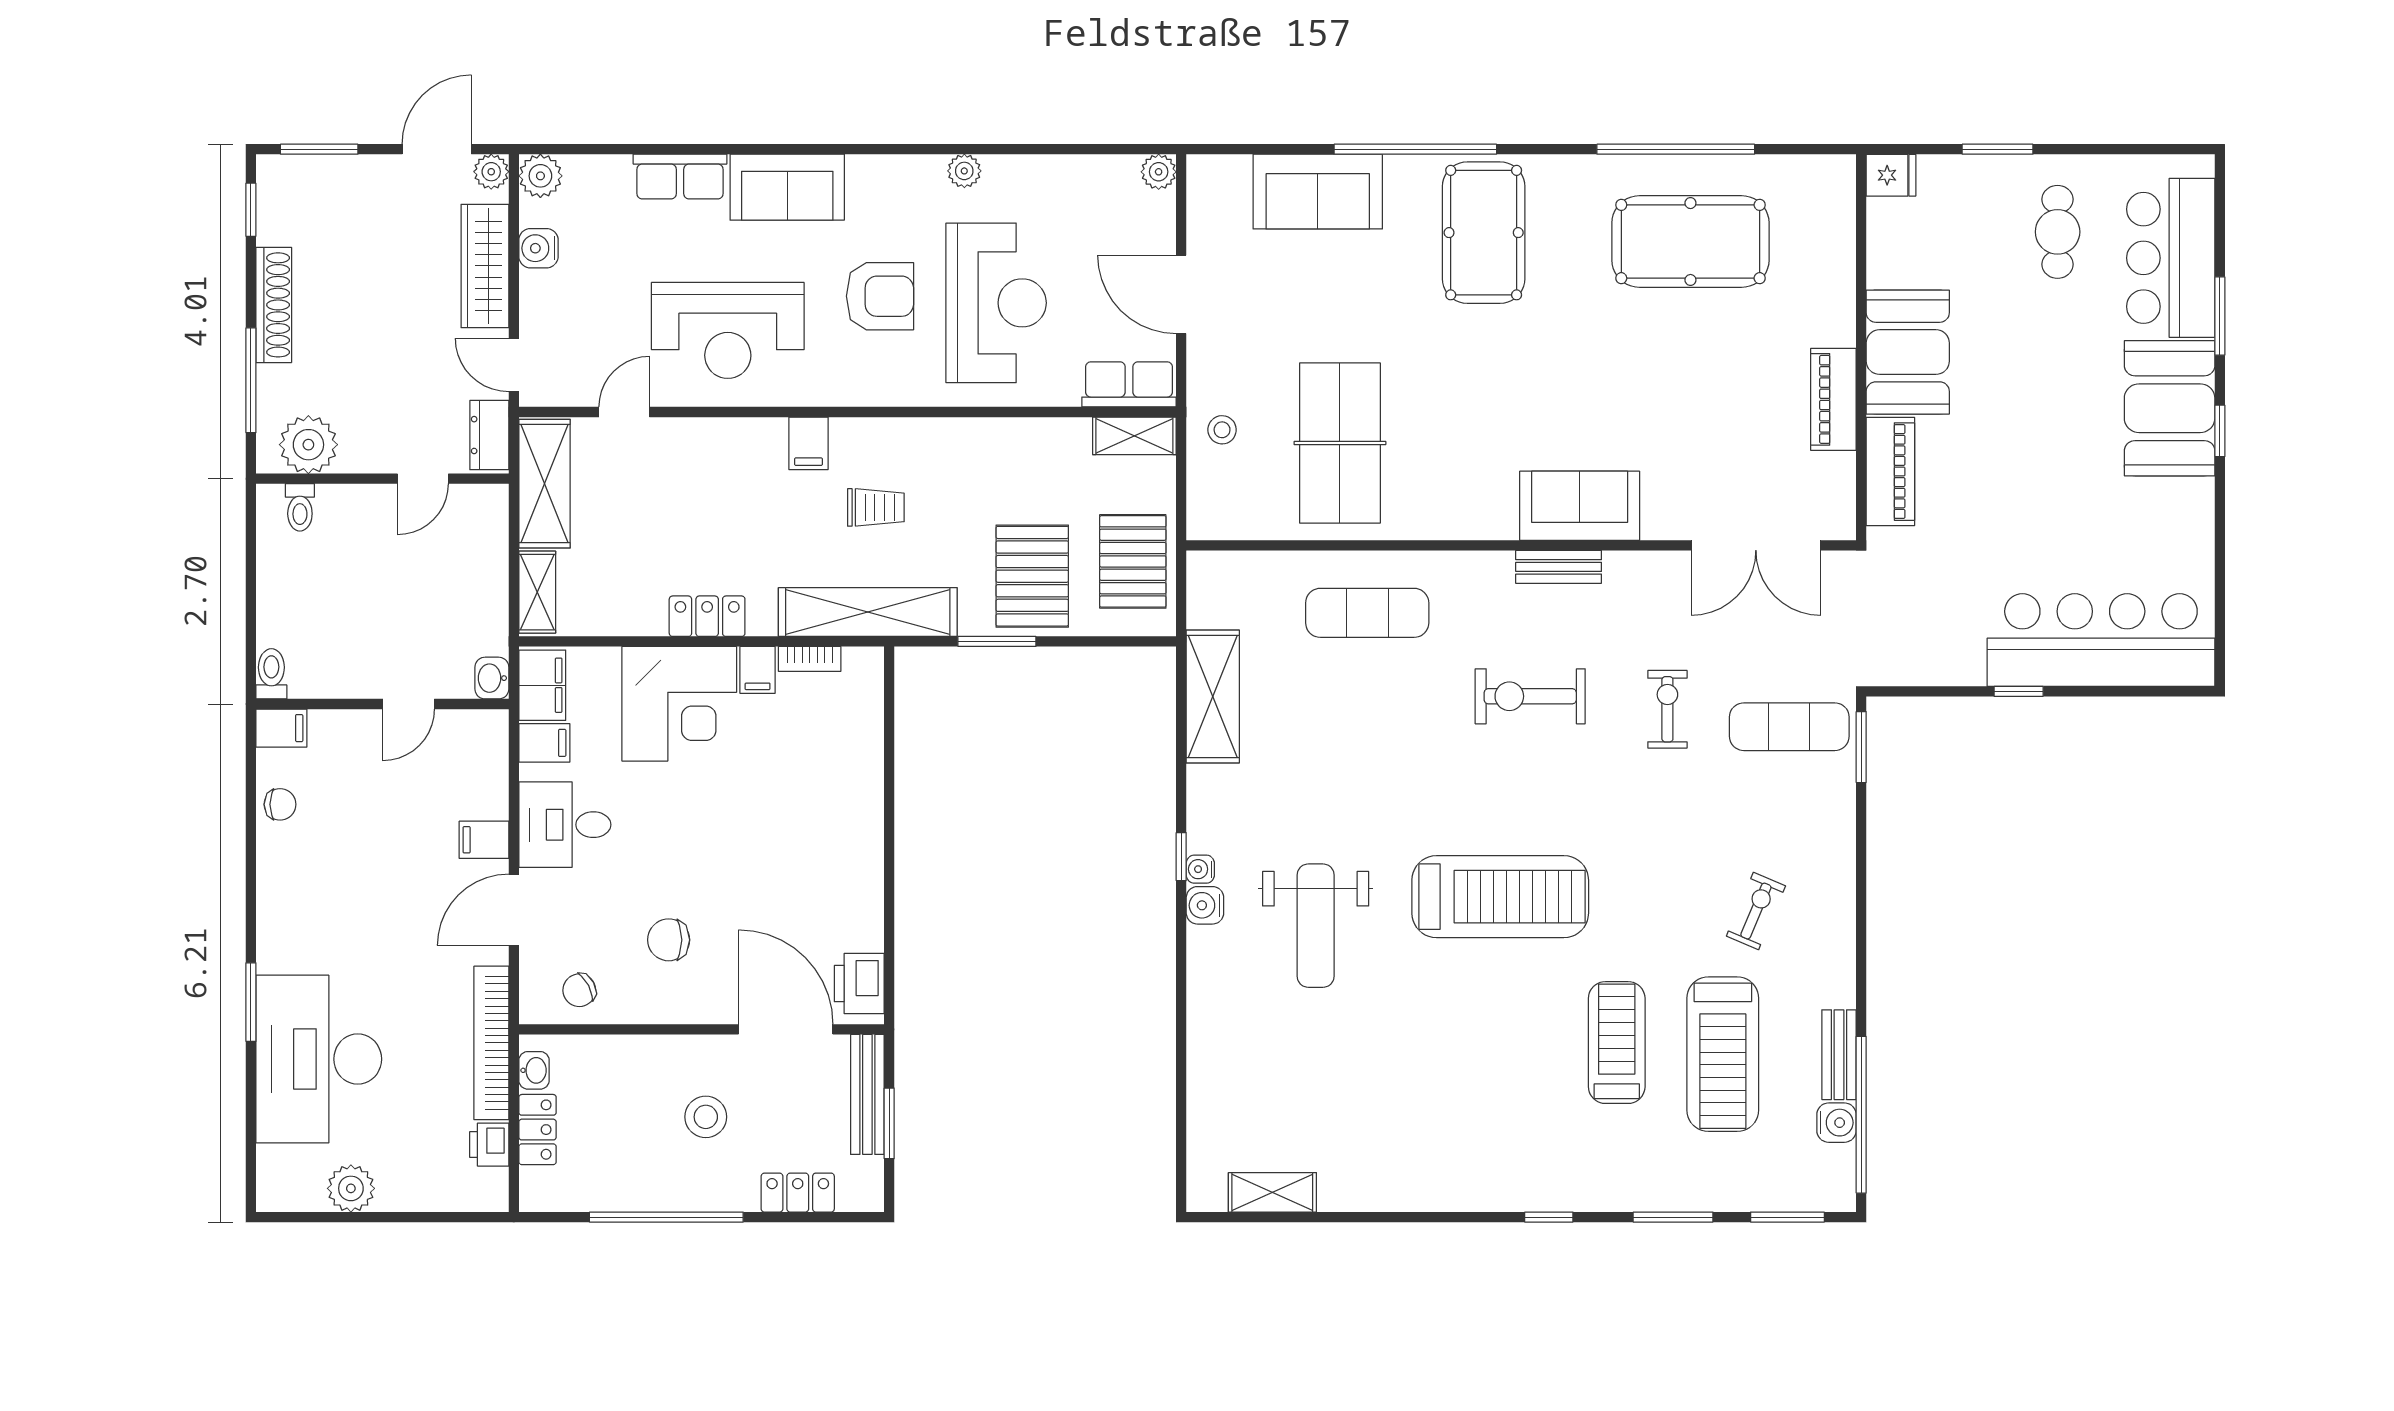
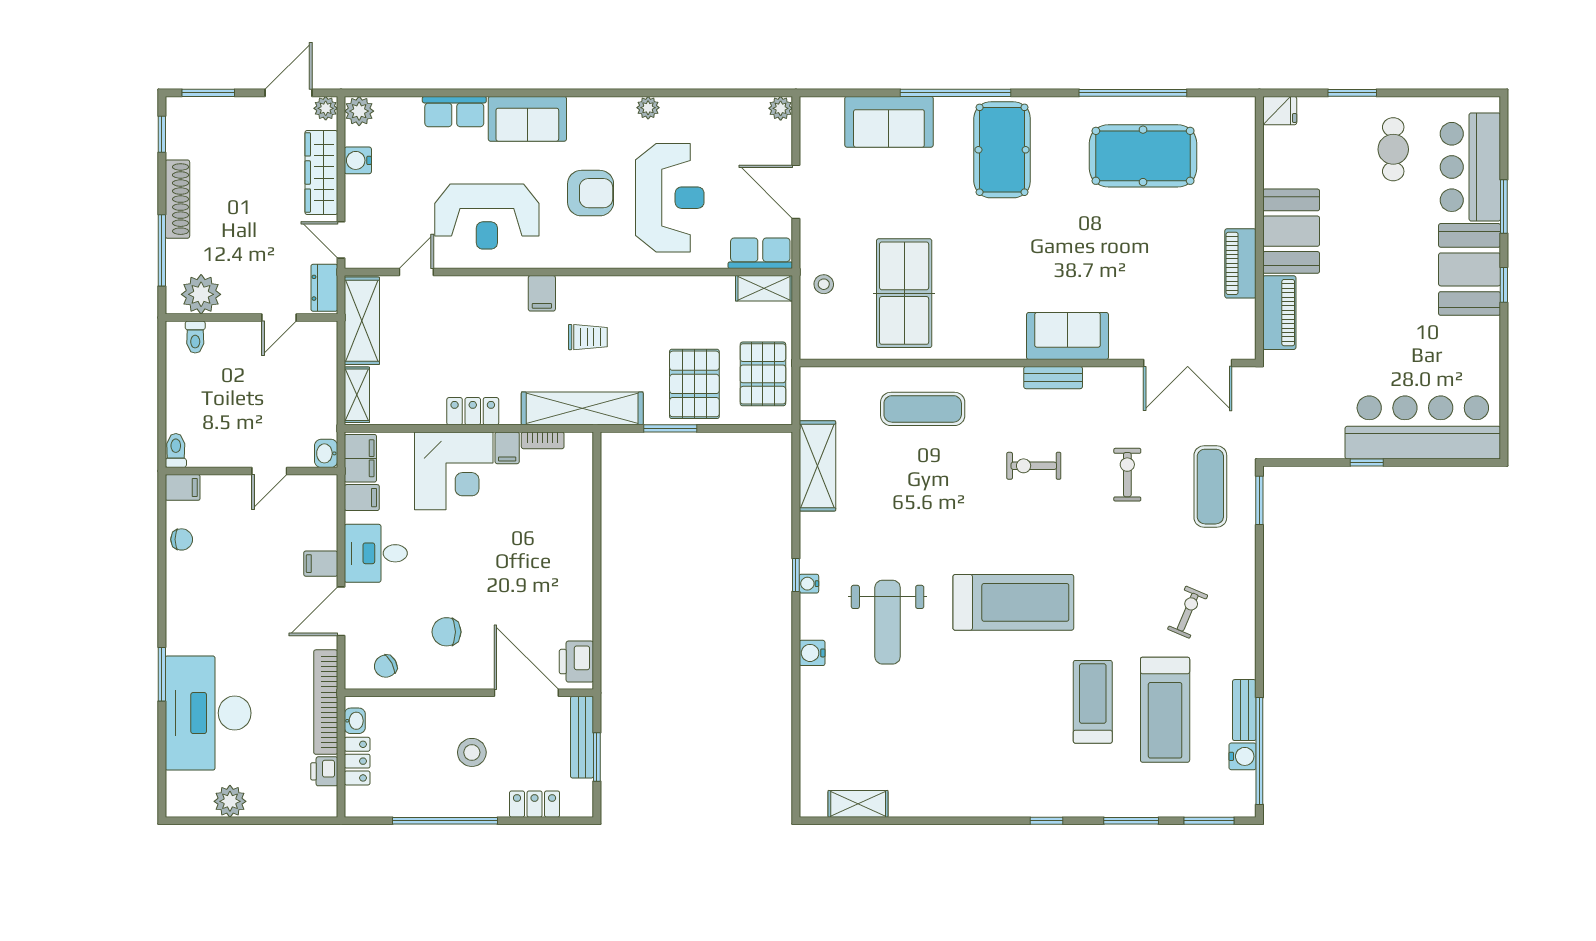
exercise bike: (1530, 696) -> (1034, 466), width x0.73, depth x0.72
exercise mat: (1789, 727) -> (1210, 487), turned 90
water cooler: (1205, 905) -> (812, 653), moved

